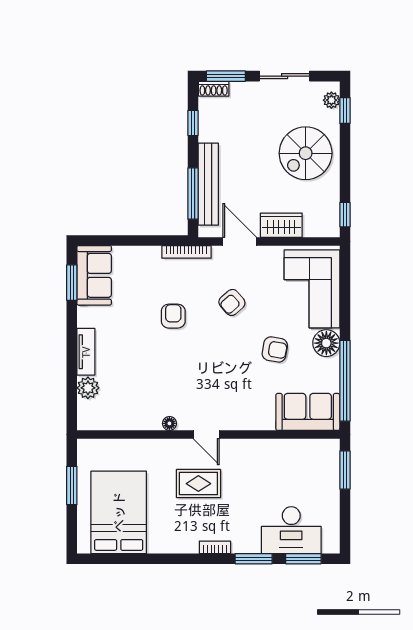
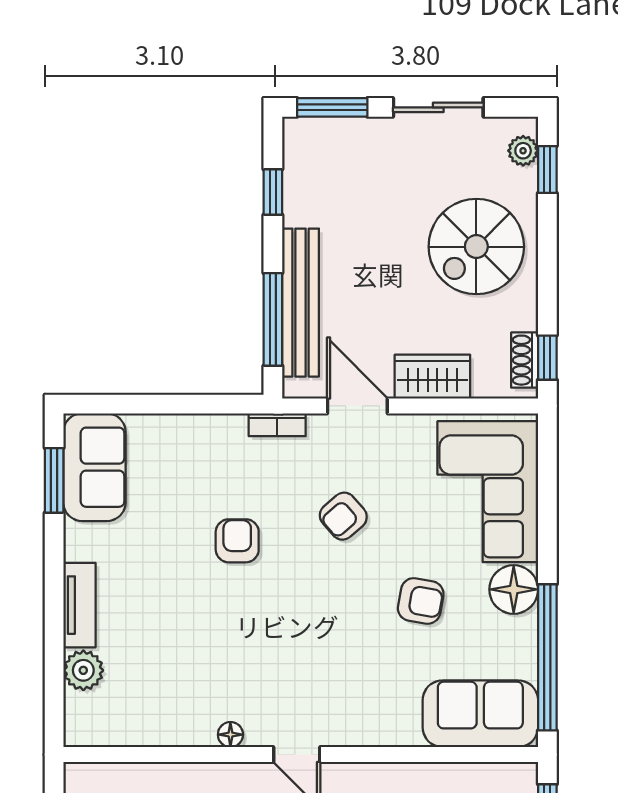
shoe rack: (214, 89) -> (525, 360), moved, turned 90
bookcase: (186, 252) -> (277, 425), width x0.64

